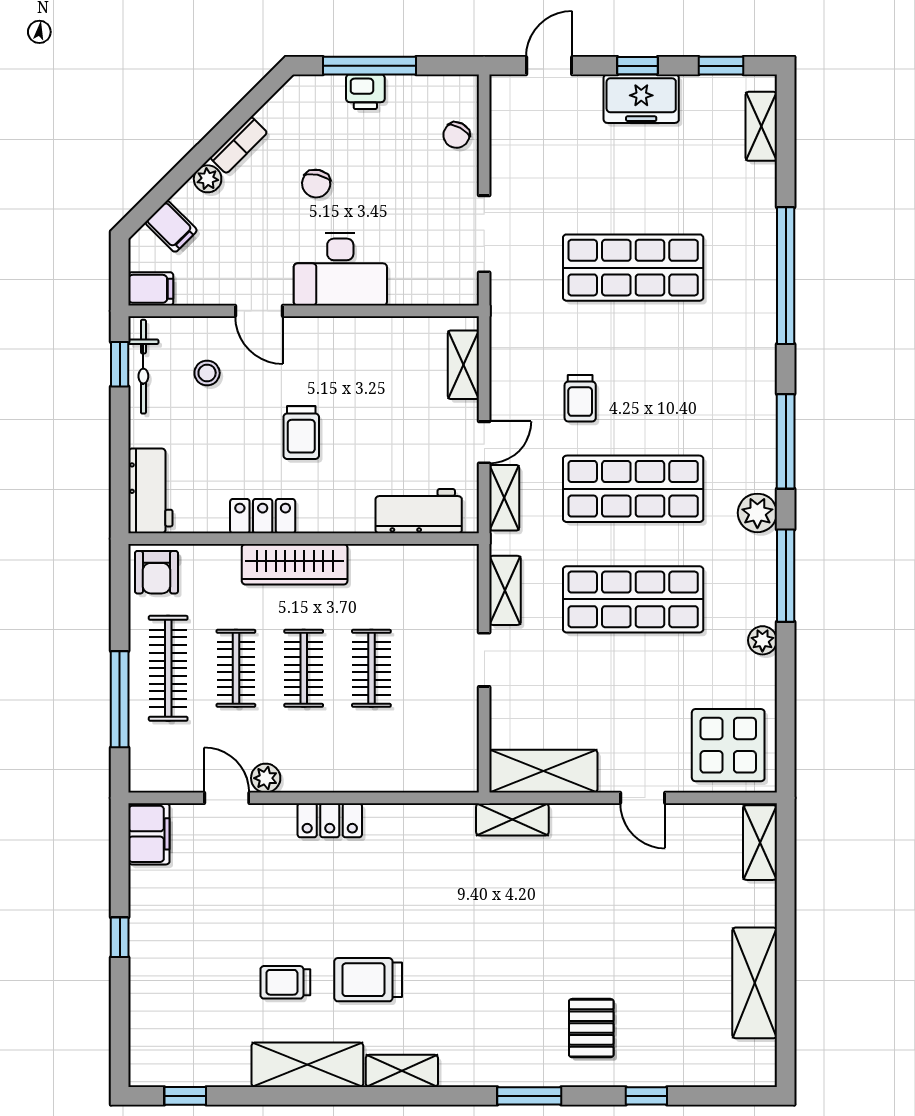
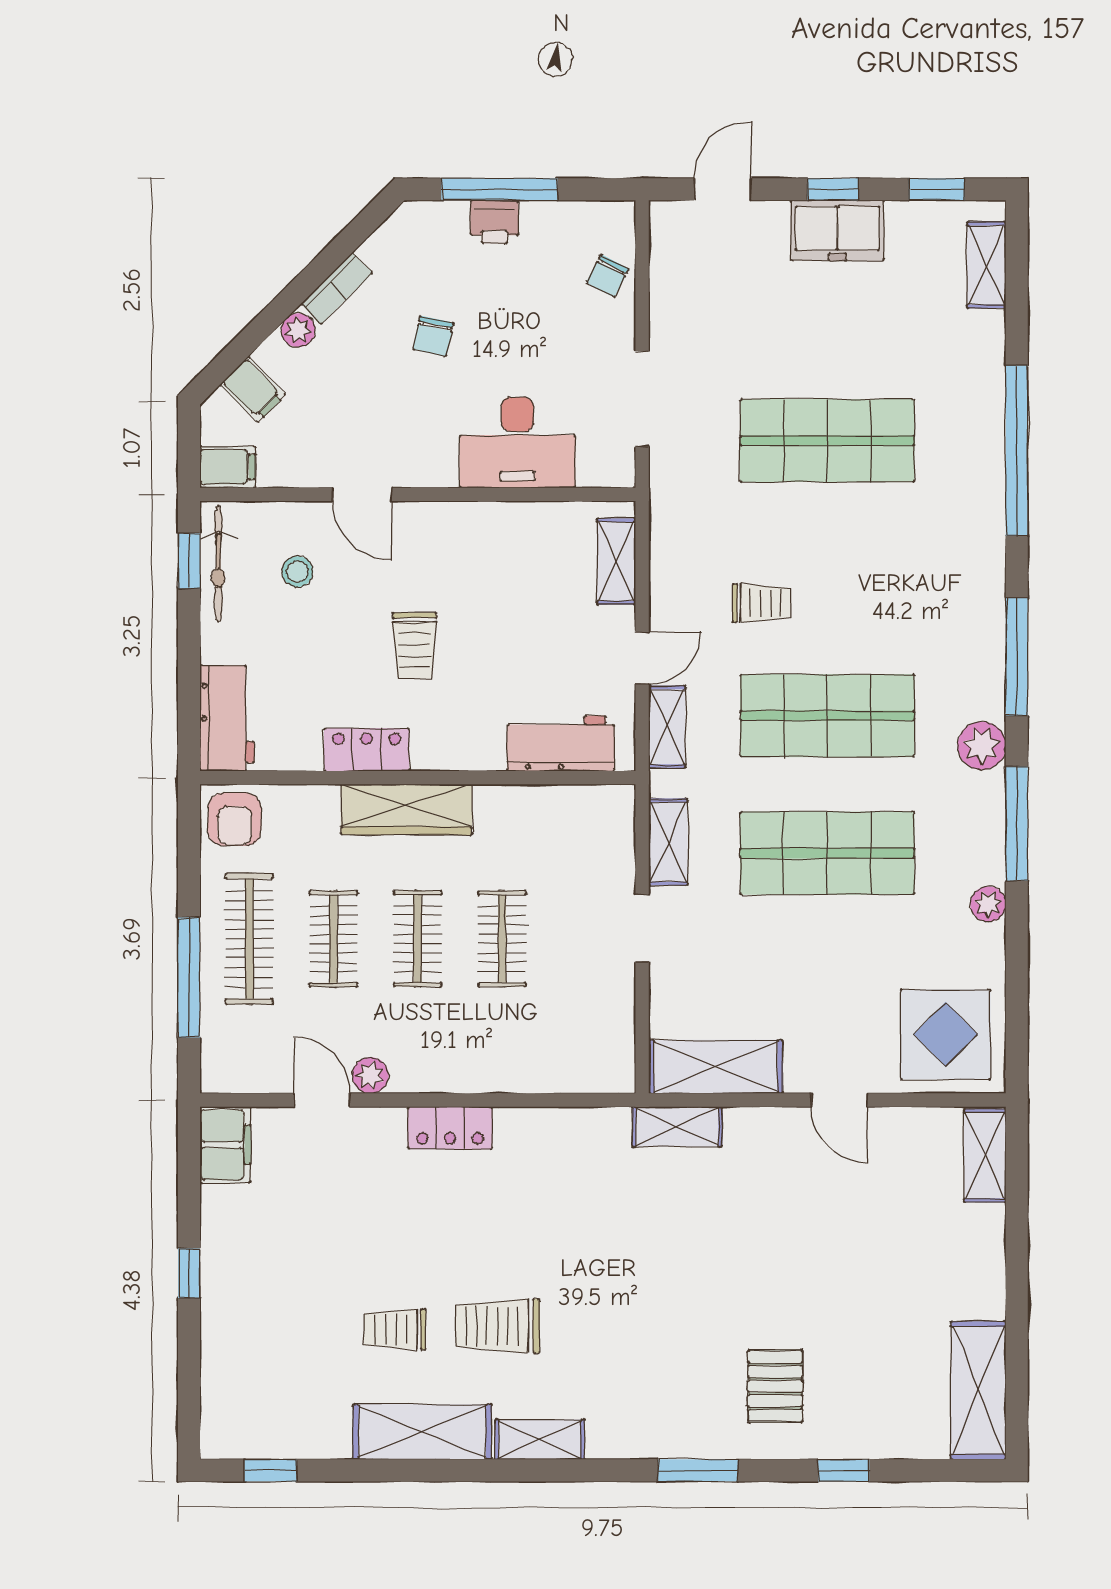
desk: (340, 269) -> (517, 442), moved
trolley: (580, 398) -> (761, 603), turned -90
shelving: (755, 983) -> (978, 1390), moved

